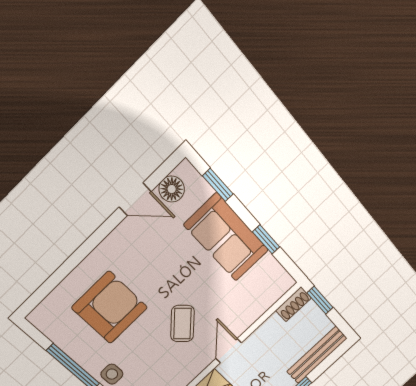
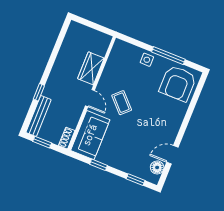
sofa: (226, 238) -> (90, 135), moved, turned 90
window: (320, 300) -> (42, 142), moved
armchair: (110, 308) -> (178, 83), moved

